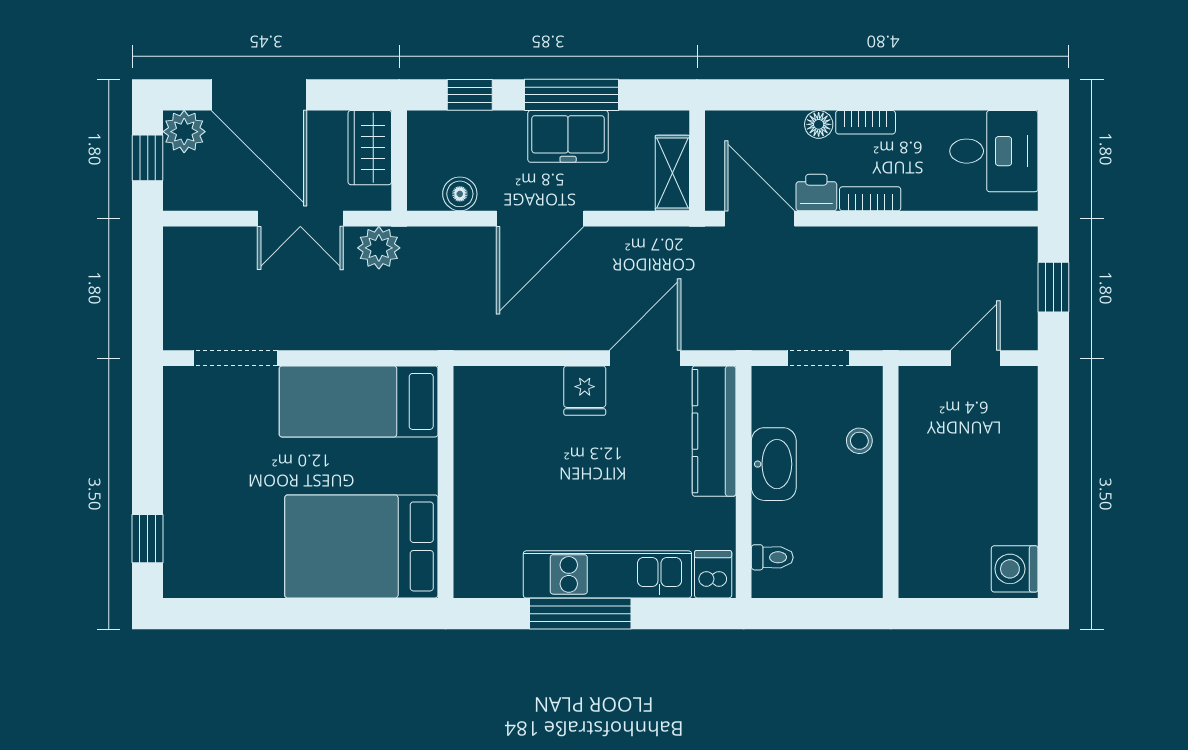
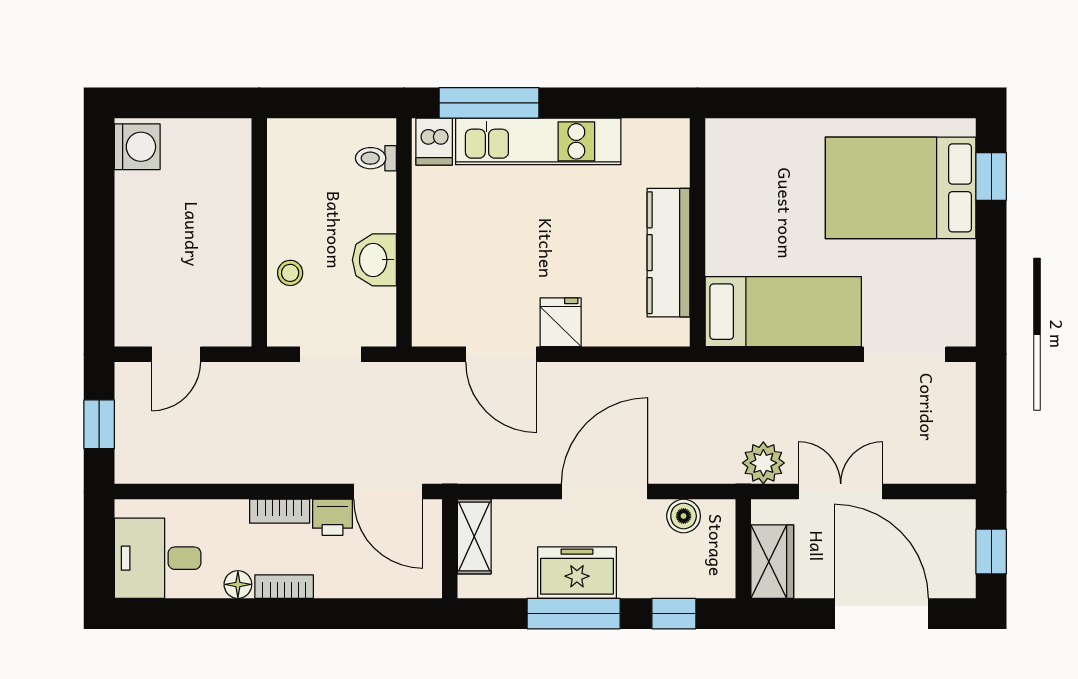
floor lamp: (819, 124) -> (238, 584), moved
plant: (184, 132) -> (955, 577), removed
door: (645, 358) -> (501, 354), hinge flipped
kitchen counter: (714, 431) -> (669, 253), moved, turned 180
washbasin: (774, 464) -> (374, 260), width x0.72
bed: (361, 546) -> (901, 188), moved, turned 180
window: (580, 614) -> (489, 103), moved

